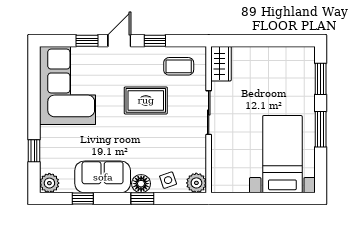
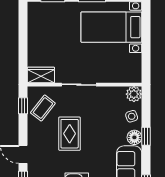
window: (155, 41) -> (23, 106), moved
coffee table: (179, 66) -> (43, 108), turned 38

